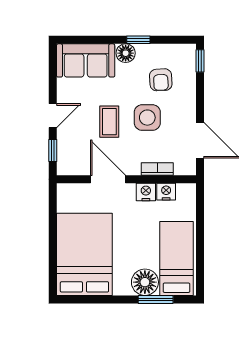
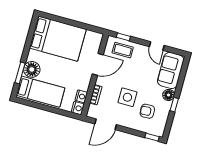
door: (53, 116) -> (157, 46), moved
coffee table: (109, 122) -> (123, 50), moved
nightstand: (146, 192) -> (78, 108), moved

